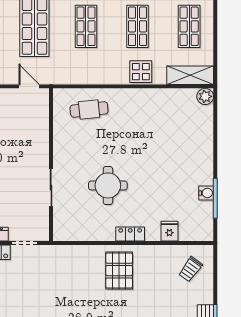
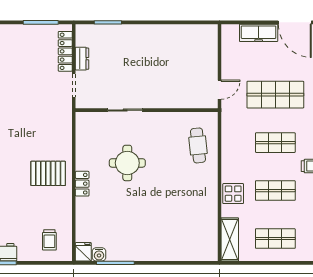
plant: (205, 96) -> (210, 253), removed
water cooler: (206, 193) -> (99, 254), moved
fridge: (169, 231) -> (83, 252), moved, turned -90
trolley: (191, 269) -> (49, 240), turned -126

